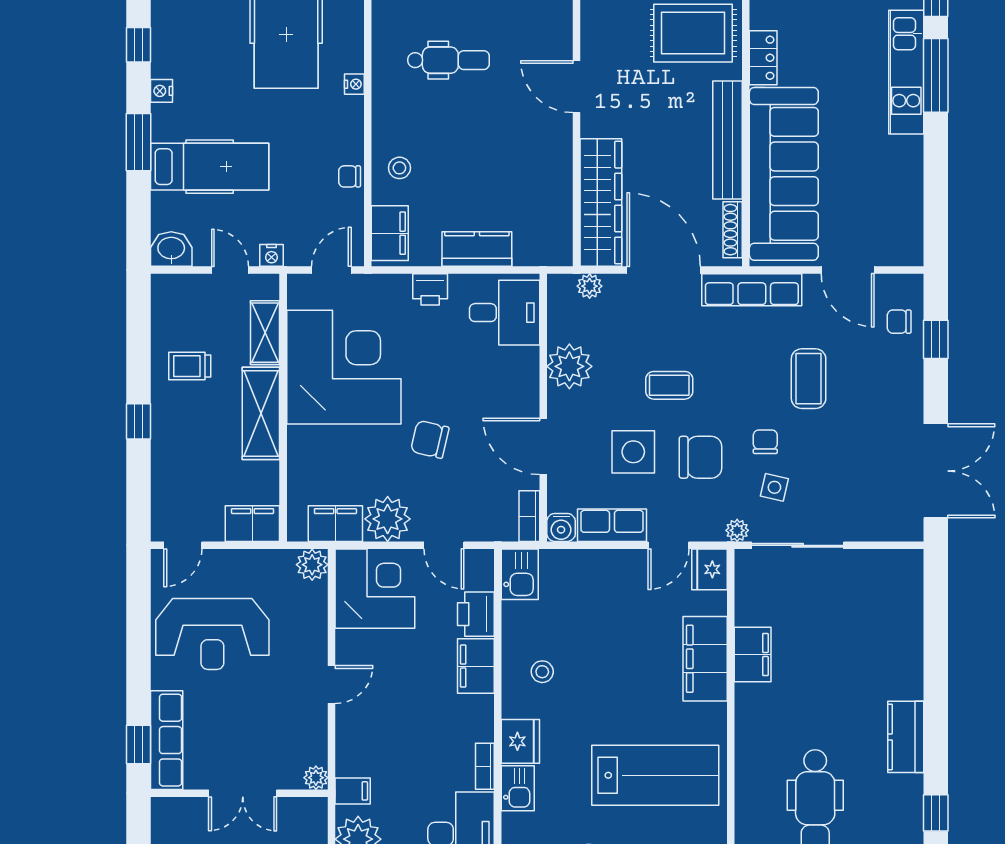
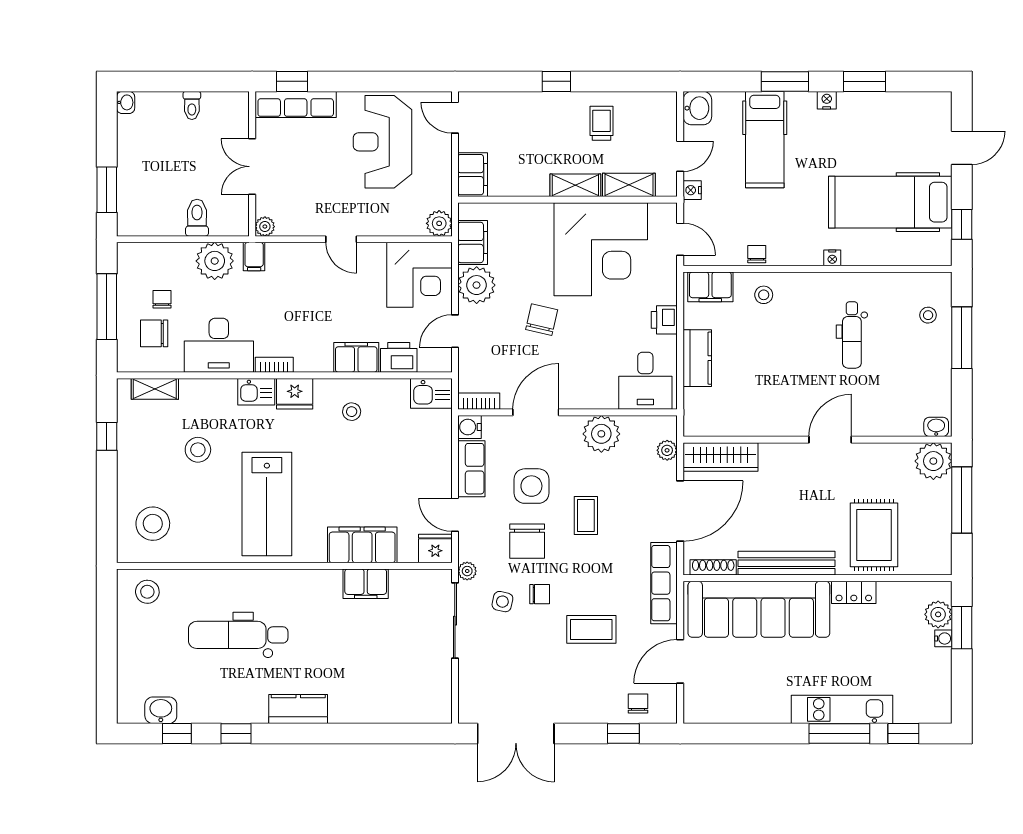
window: (139, 45) -> (864, 81), width x1.50
wardrobe: (601, 203) -> (720, 457), width x0.71, depth x0.85
shelving: (261, 413) -> (575, 185), width x0.67, depth x0.75

